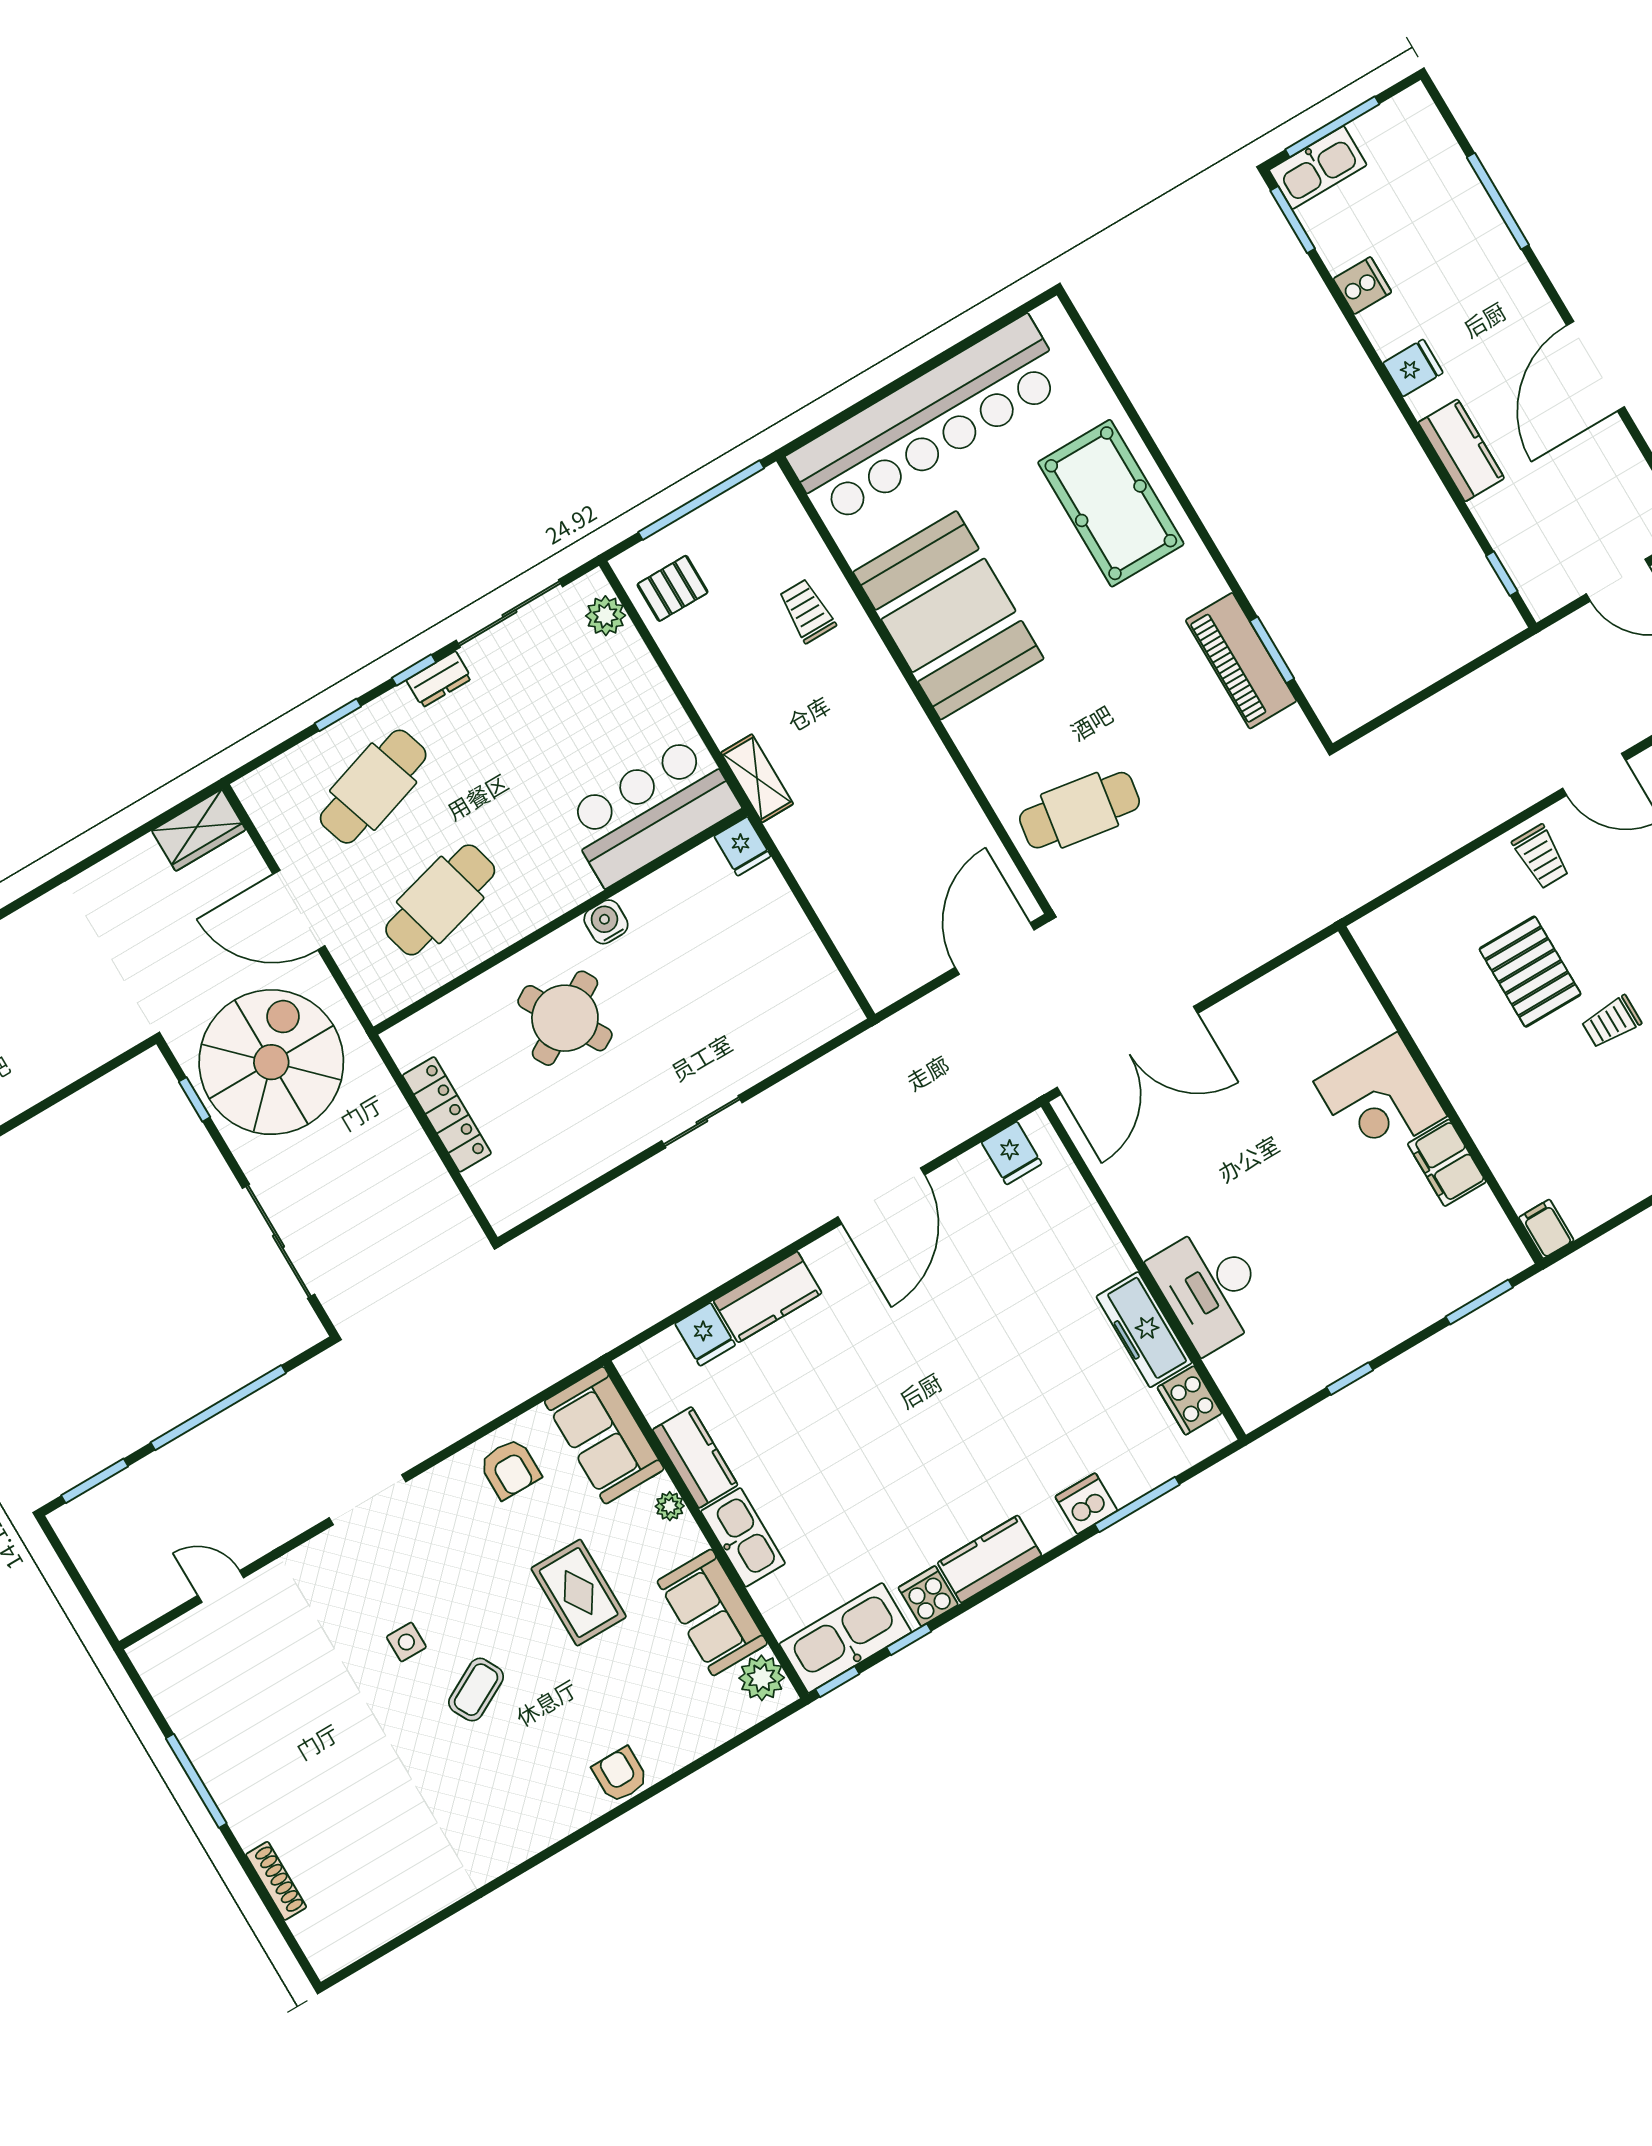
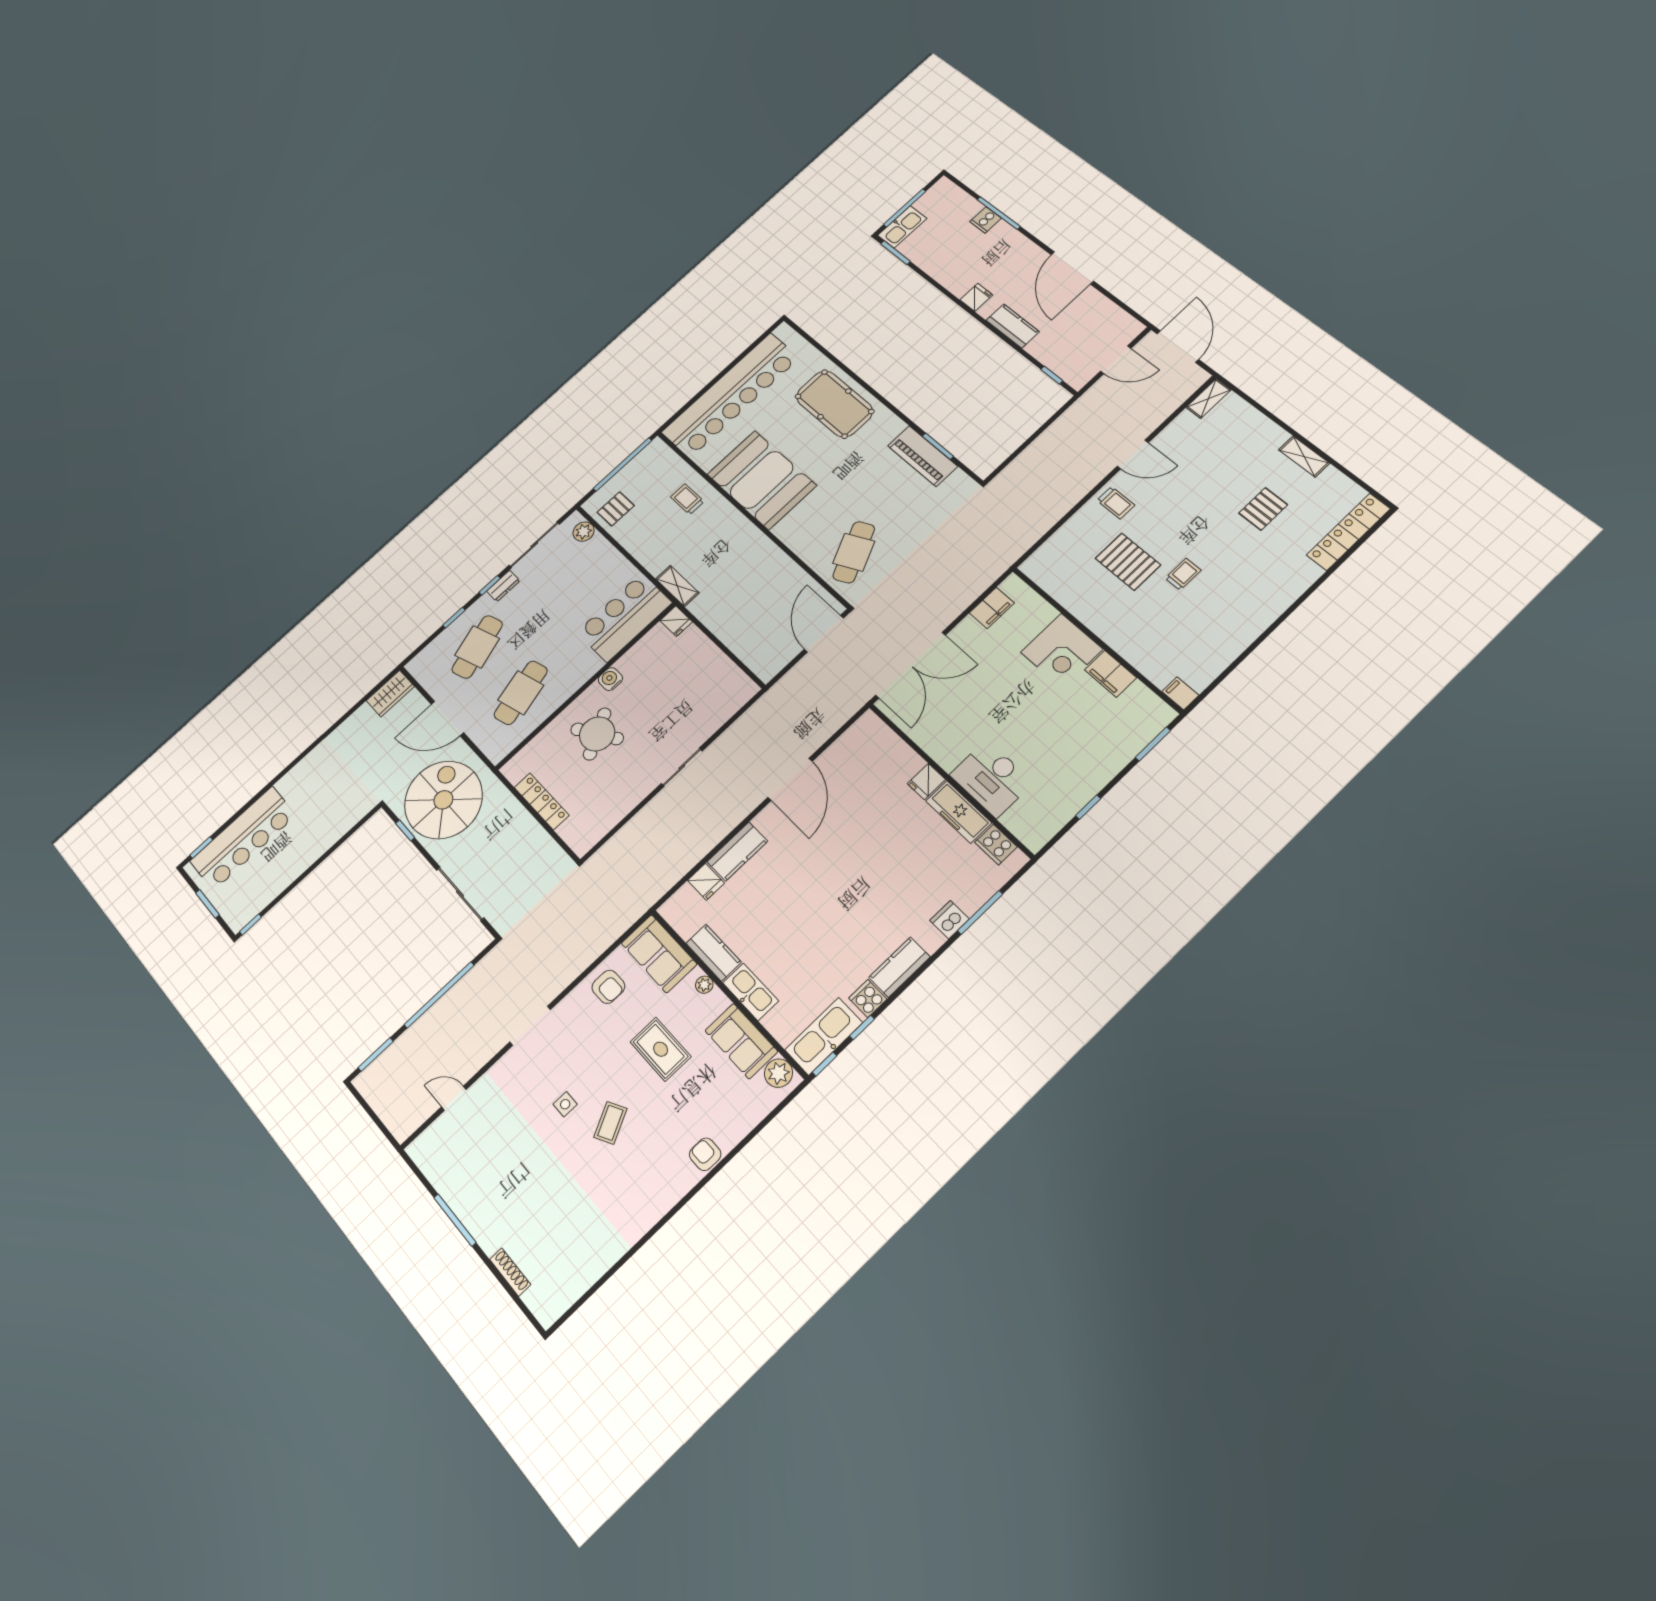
cooker: (1362, 286) -> (986, 220), moved, turned 180
cafe table: (1080, 810) -> (854, 552), turned -35
filing cabinet: (1287, 987) -> (992, 608), added
trolley: (1611, 1022) -> (1183, 574), turned 180
fridge: (1012, 1153) -> (926, 782), moved, turned 90

